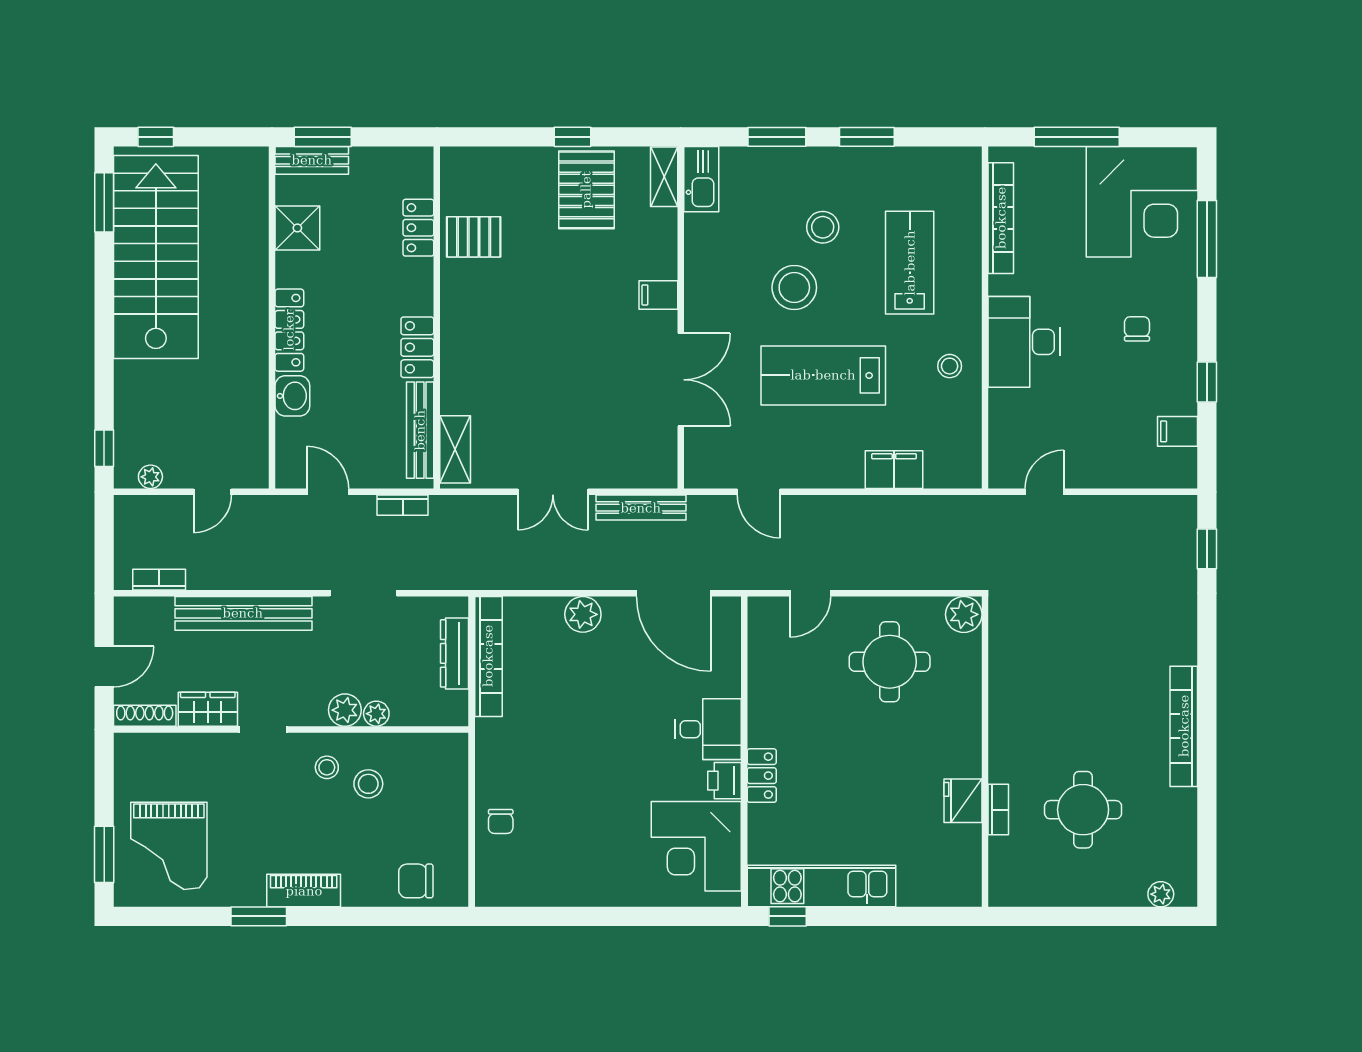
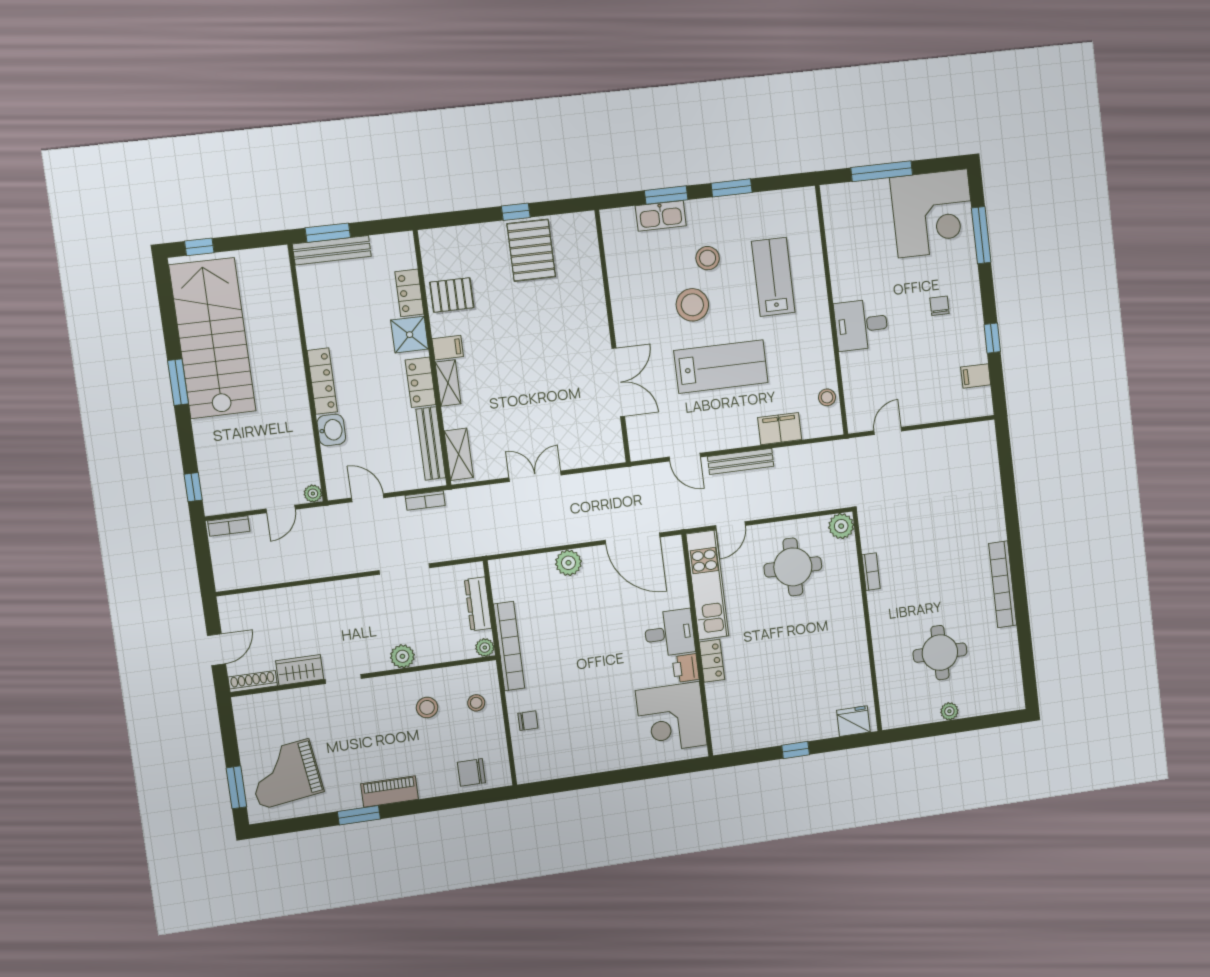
bench: (312, 160) -> (332, 250), width x1.36
shelving: (664, 177) -> (448, 383), moved
kitchen sink: (701, 179) -> (661, 216), moved, turned 90
window: (104, 202) -> (178, 382), moved
bookcase: (1001, 218) -> (834, 237), removed
shower: (297, 228) -> (410, 335), moved
filing cabinet: (658, 295) -> (448, 348), moved, turned 180
desk: (1024, 342) -> (861, 325), width x0.73
stool: (950, 366) -> (827, 397), moved
lab bench: (823, 375) -> (721, 367), turned 180
plant: (150, 477) -> (313, 494), moved
double door: (553, 492) -> (535, 476), swing flipped
bench: (641, 508) -> (741, 461), moved
window: (1207, 549) -> (1005, 457), removed
bookcase: (159, 580) -> (229, 526), moved, turned 180
bench: (243, 613) -> (317, 596), removed
bookcase: (488, 656) -> (509, 646), moved
plant: (376, 714) -> (485, 648), moved
stool: (327, 767) -> (476, 703), moved
fridge: (963, 801) -> (853, 721), moved, turned 90
bookcase: (998, 810) -> (871, 572), moved
chair: (501, 821) -> (528, 721), turned -90
grand piano: (169, 846) -> (285, 774), turned 82
kitchen unit: (821, 886) -> (707, 585), moved, turned 90
plant: (1161, 894) -> (949, 711), moved
window: (788, 916) -> (796, 750), moved

